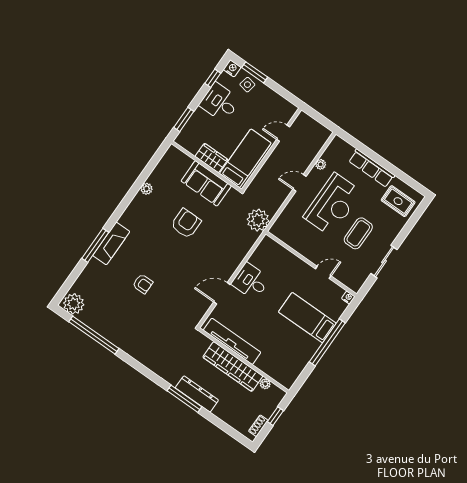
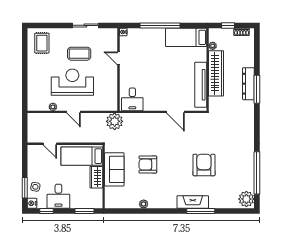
row of seats: (372, 168) -> (33, 74), removed
desk: (251, 281) -> (132, 99), moved
armchair: (143, 284) -> (204, 165), width x1.88, depth x1.88
bed: (307, 318) -> (186, 37), moved, turned 90

